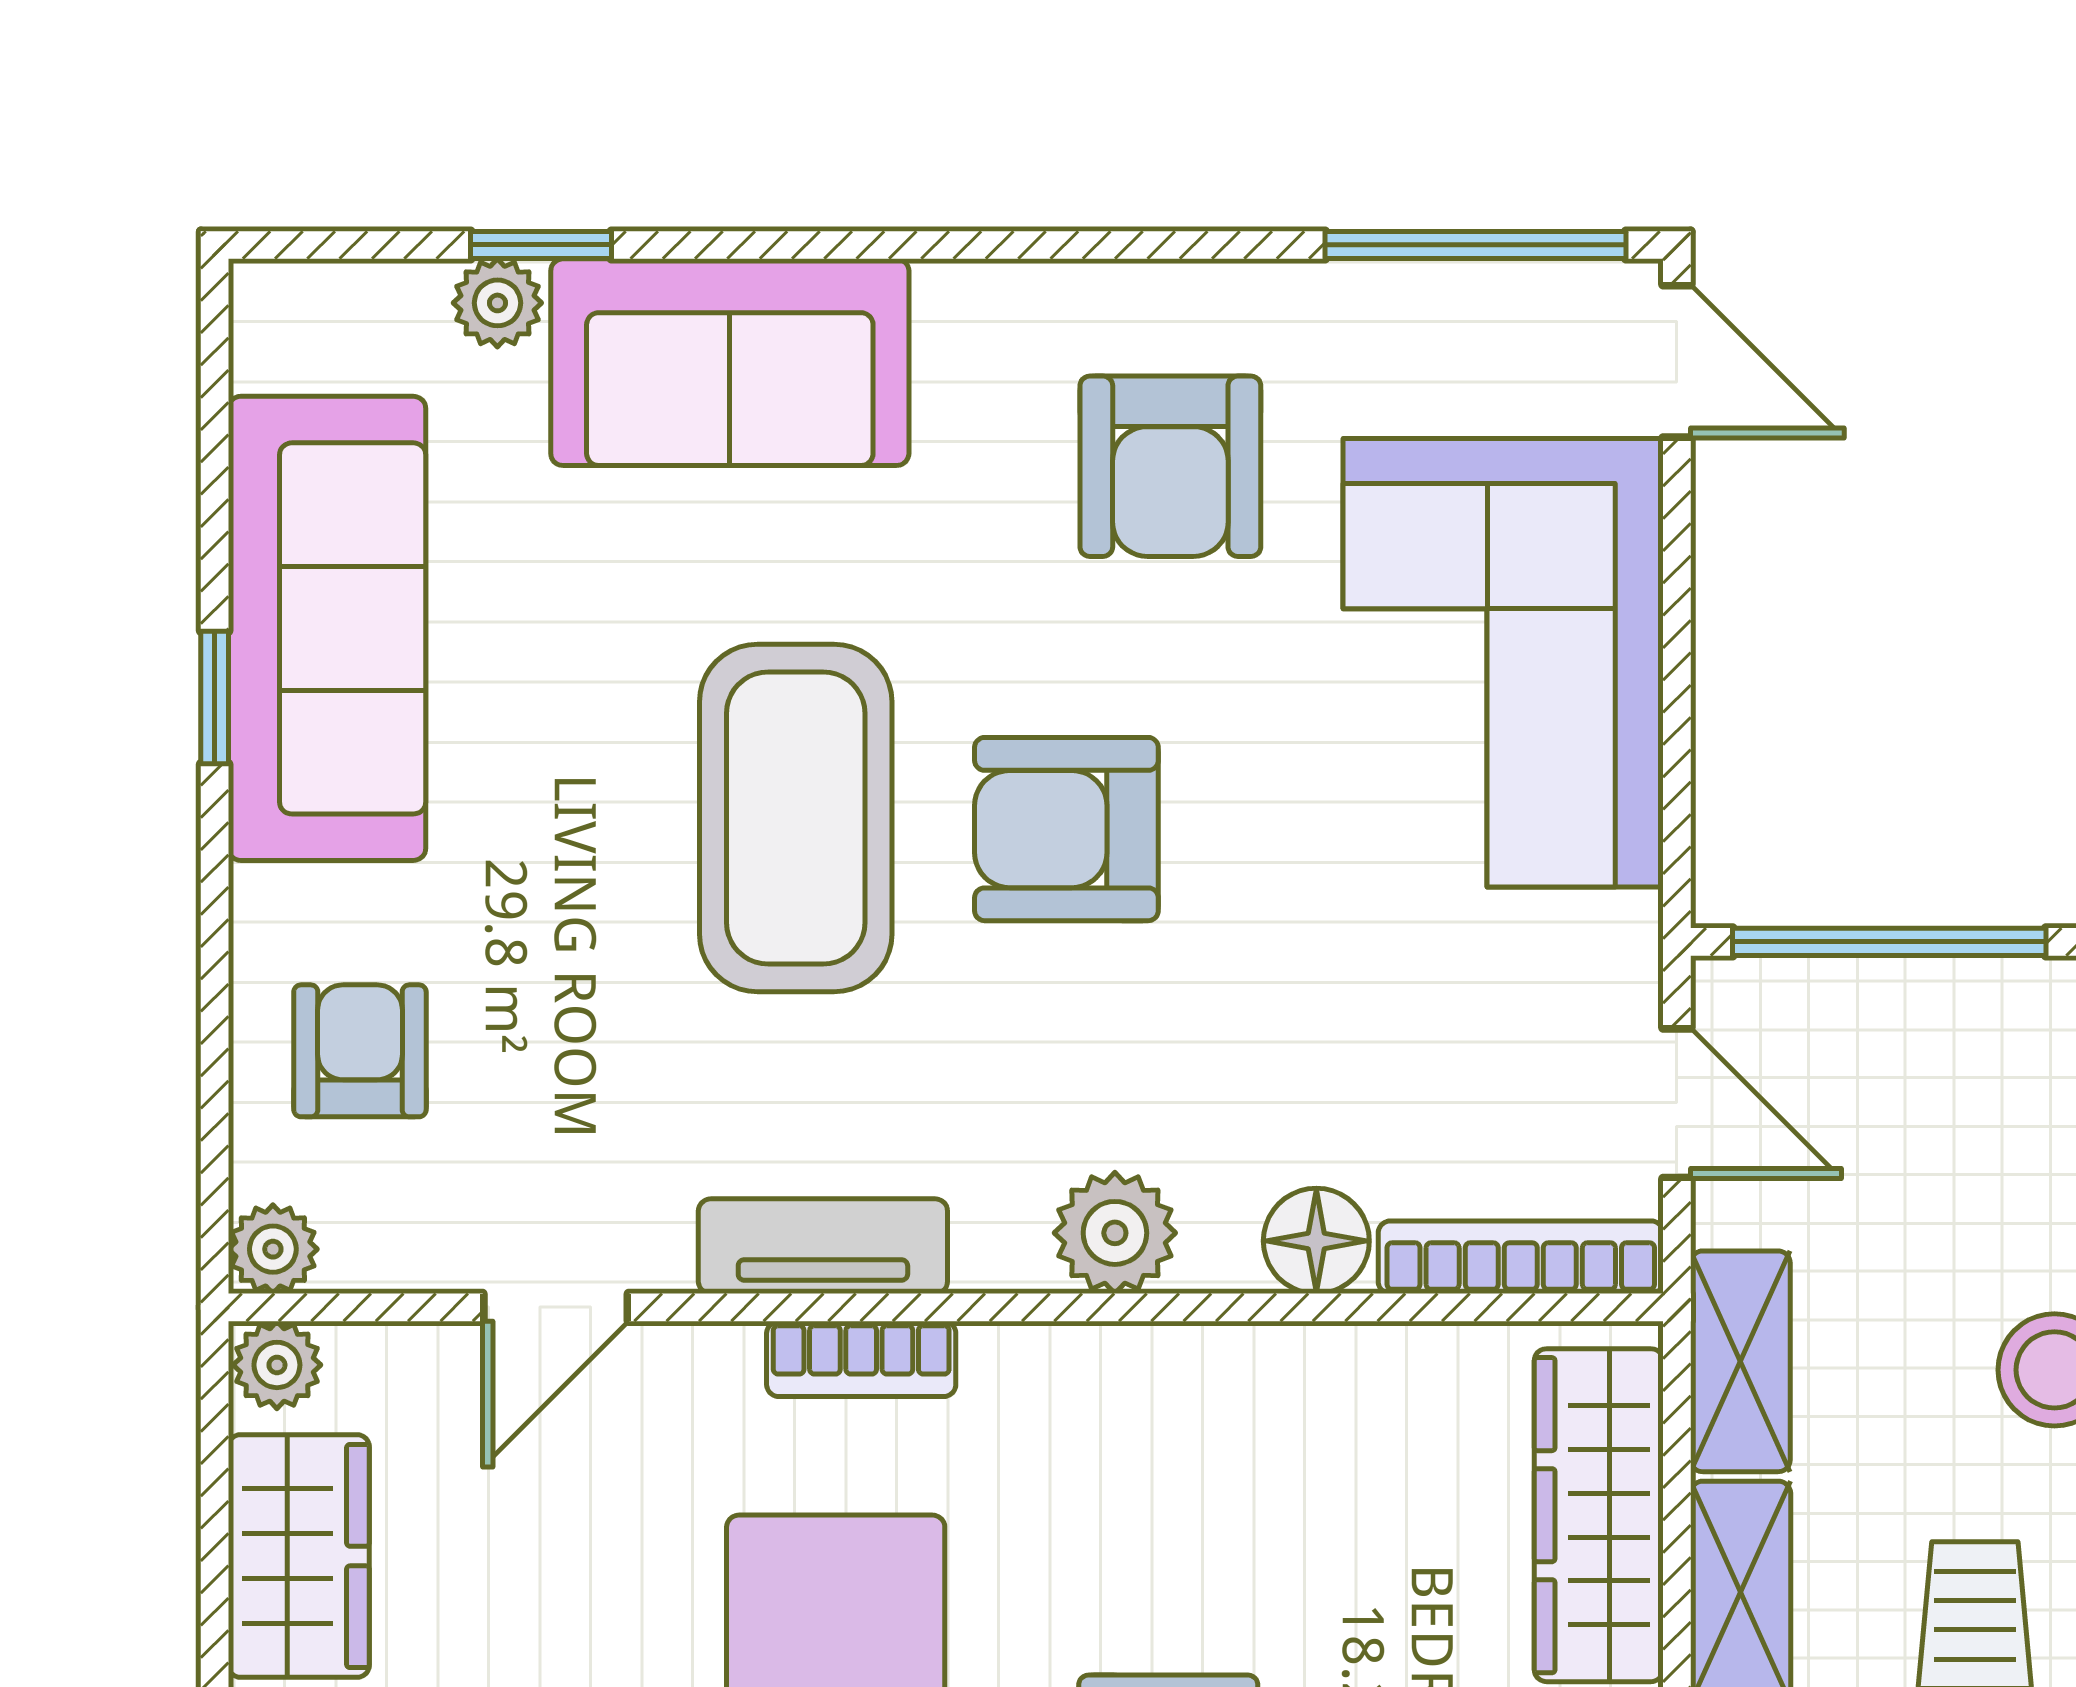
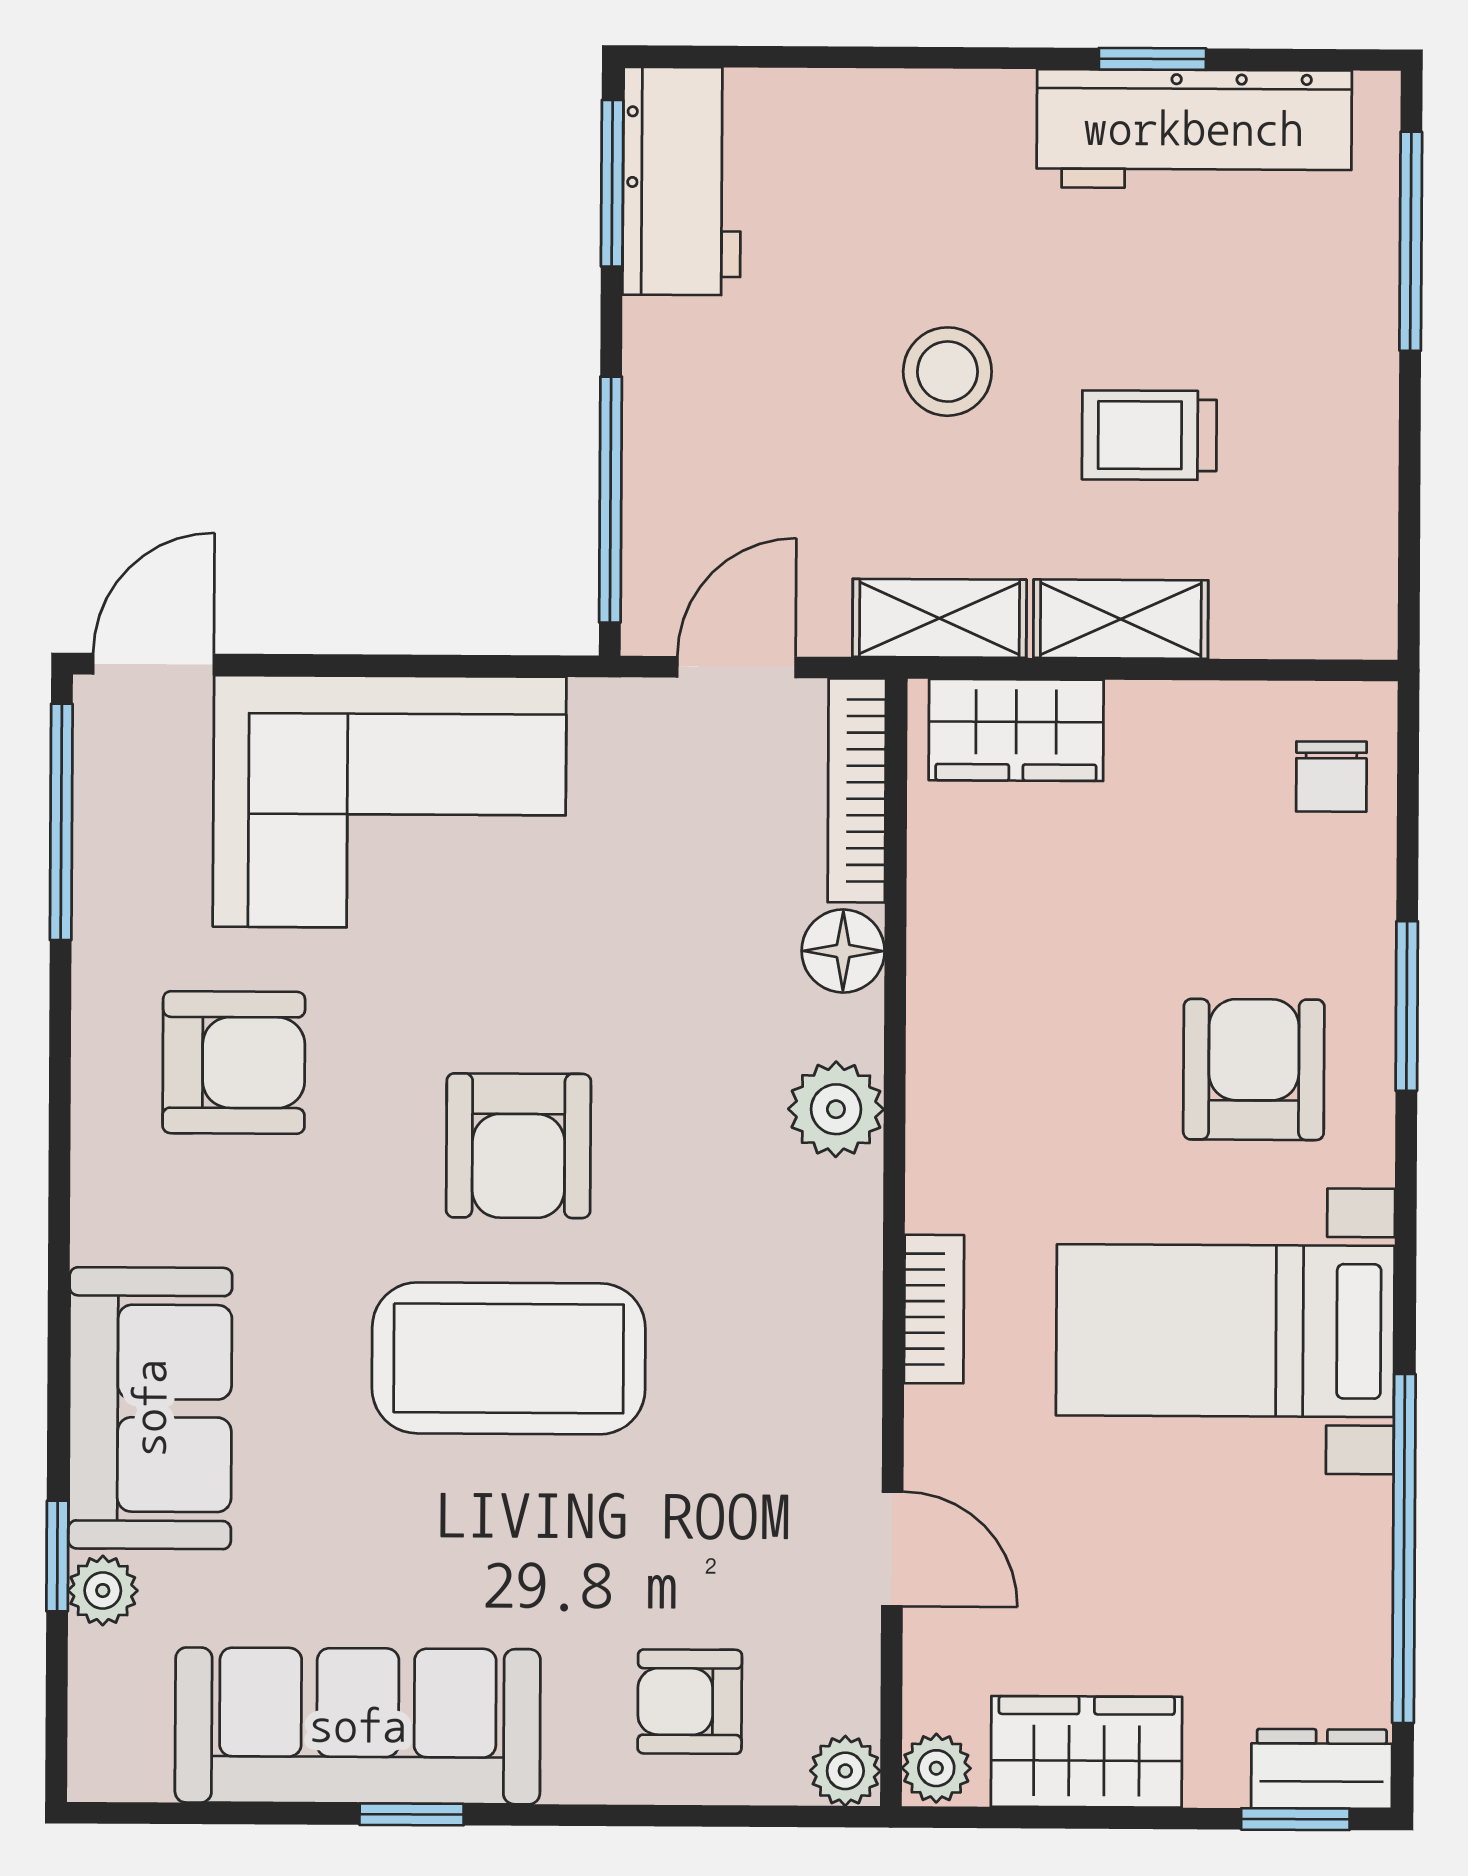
tv unit: (823, 1246) -> (845, 1339), removed
wardrobe: (1599, 1515) -> (1016, 730), width x0.67

